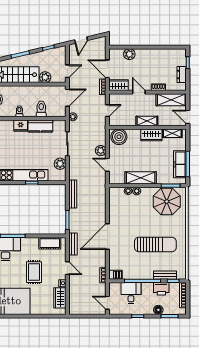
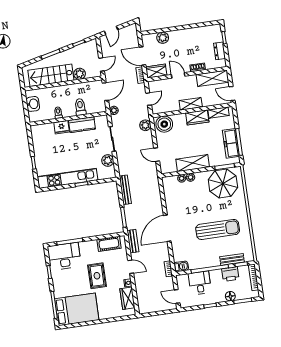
plant: (101, 151) -> (145, 125), moved

